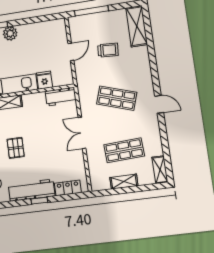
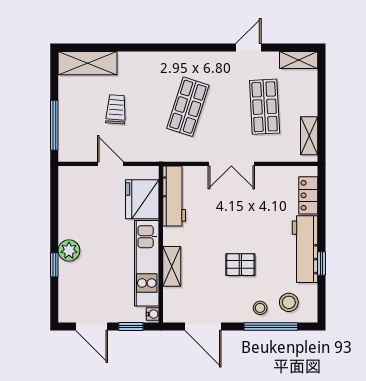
fridge: (45, 80) -> (142, 199), width x1.88, depth x1.34
workbench: (61, 97) -> (174, 196), width x1.37
door: (159, 104) -> (248, 48), moved
shelving: (124, 182) -> (309, 136), moved
window: (39, 201) -> (322, 263), moved

